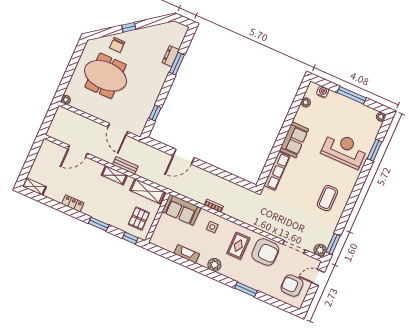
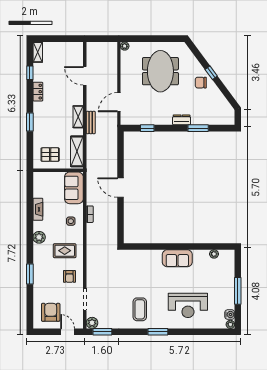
chair: (117, 45) -> (201, 83), moved
dresser: (171, 56) -> (182, 120), moved
water cooler: (323, 92) -> (230, 315), moved
reception desk: (344, 150) -> (188, 305), turned 90
window: (375, 150) -> (158, 332), moved
door: (184, 157) -> (120, 188), moved
row of seats: (277, 171) -> (144, 255), removed
coffee table: (327, 198) -> (140, 309), turned 90
window: (130, 238) -> (30, 73), moved
armchair: (265, 252) -> (69, 276), width x0.53, depth x0.53

